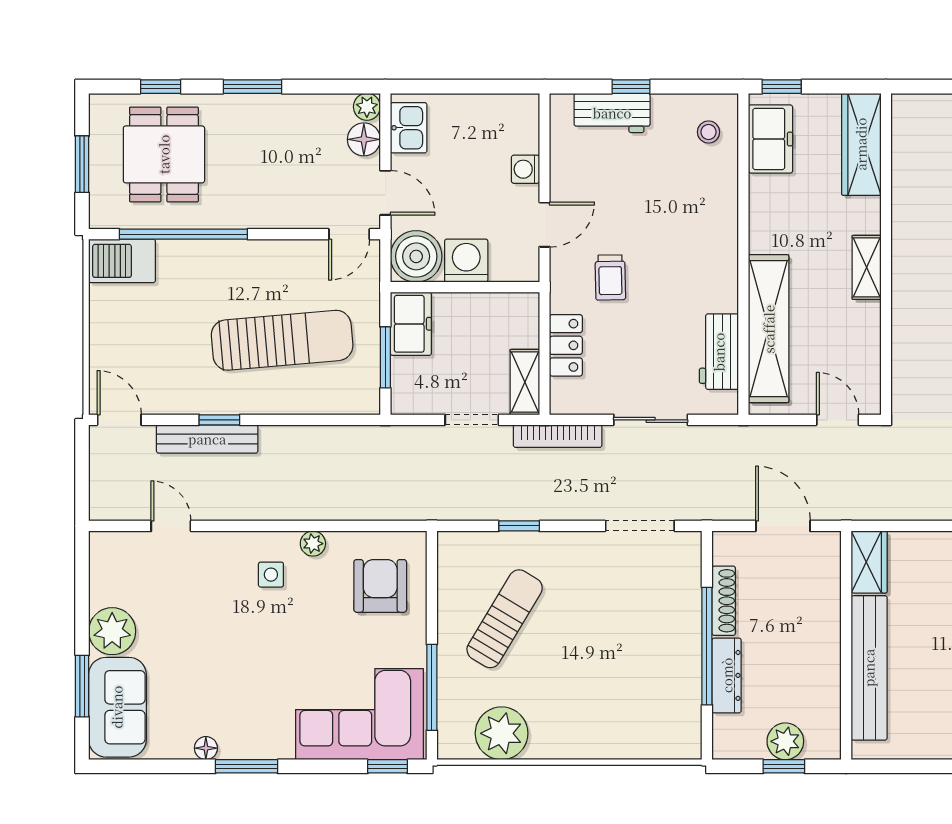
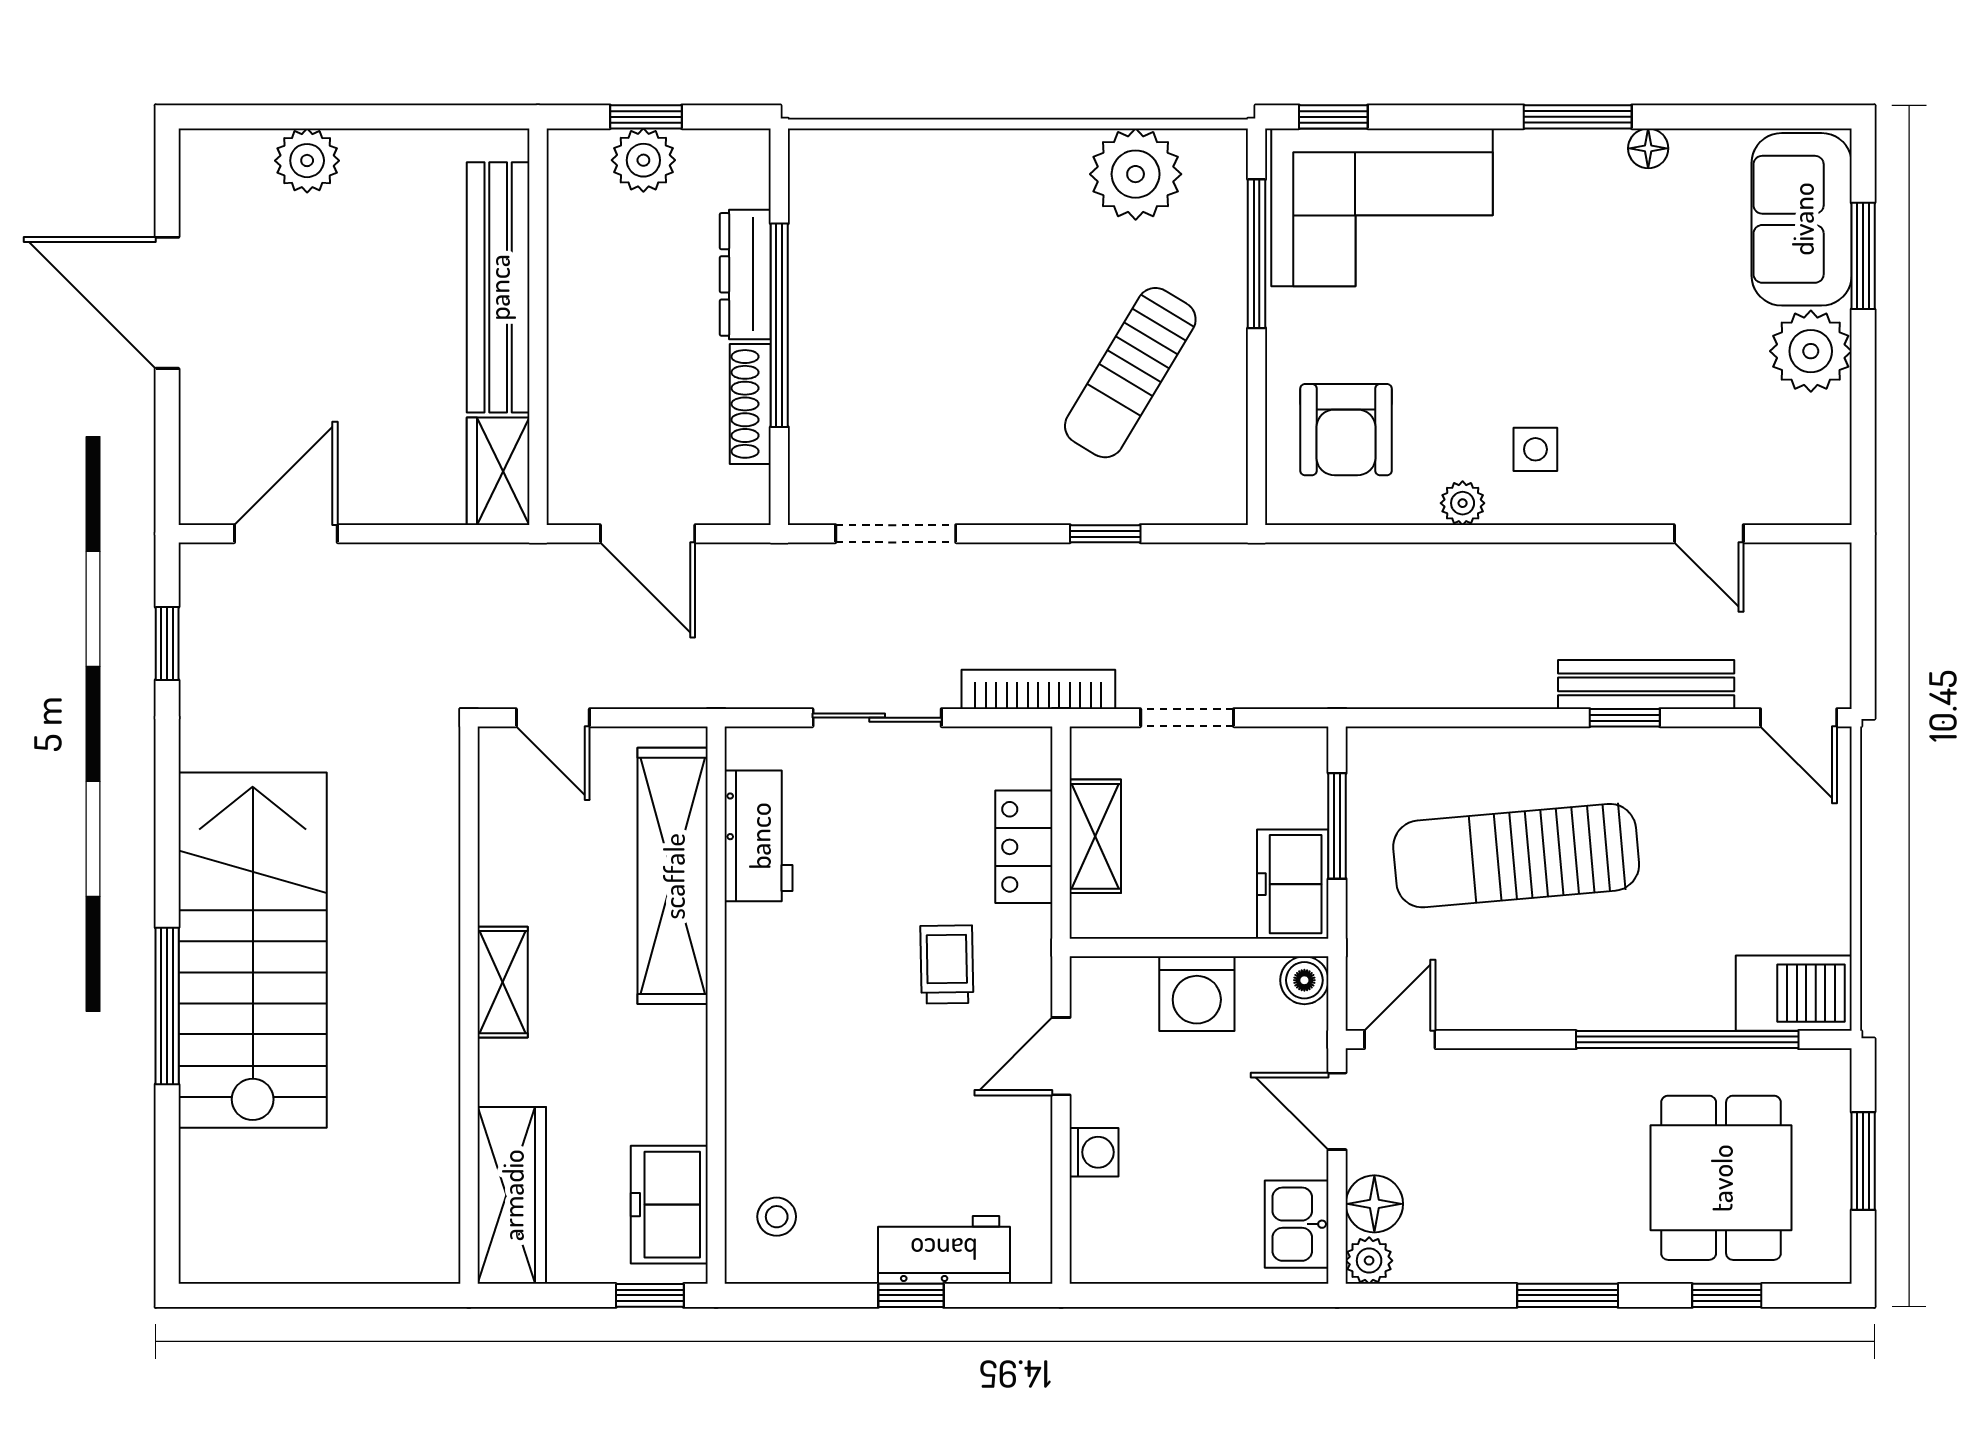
boiler: (416, 256) -> (1304, 980), width x0.54, depth x0.54
shelving: (525, 382) -> (1095, 836), moved

